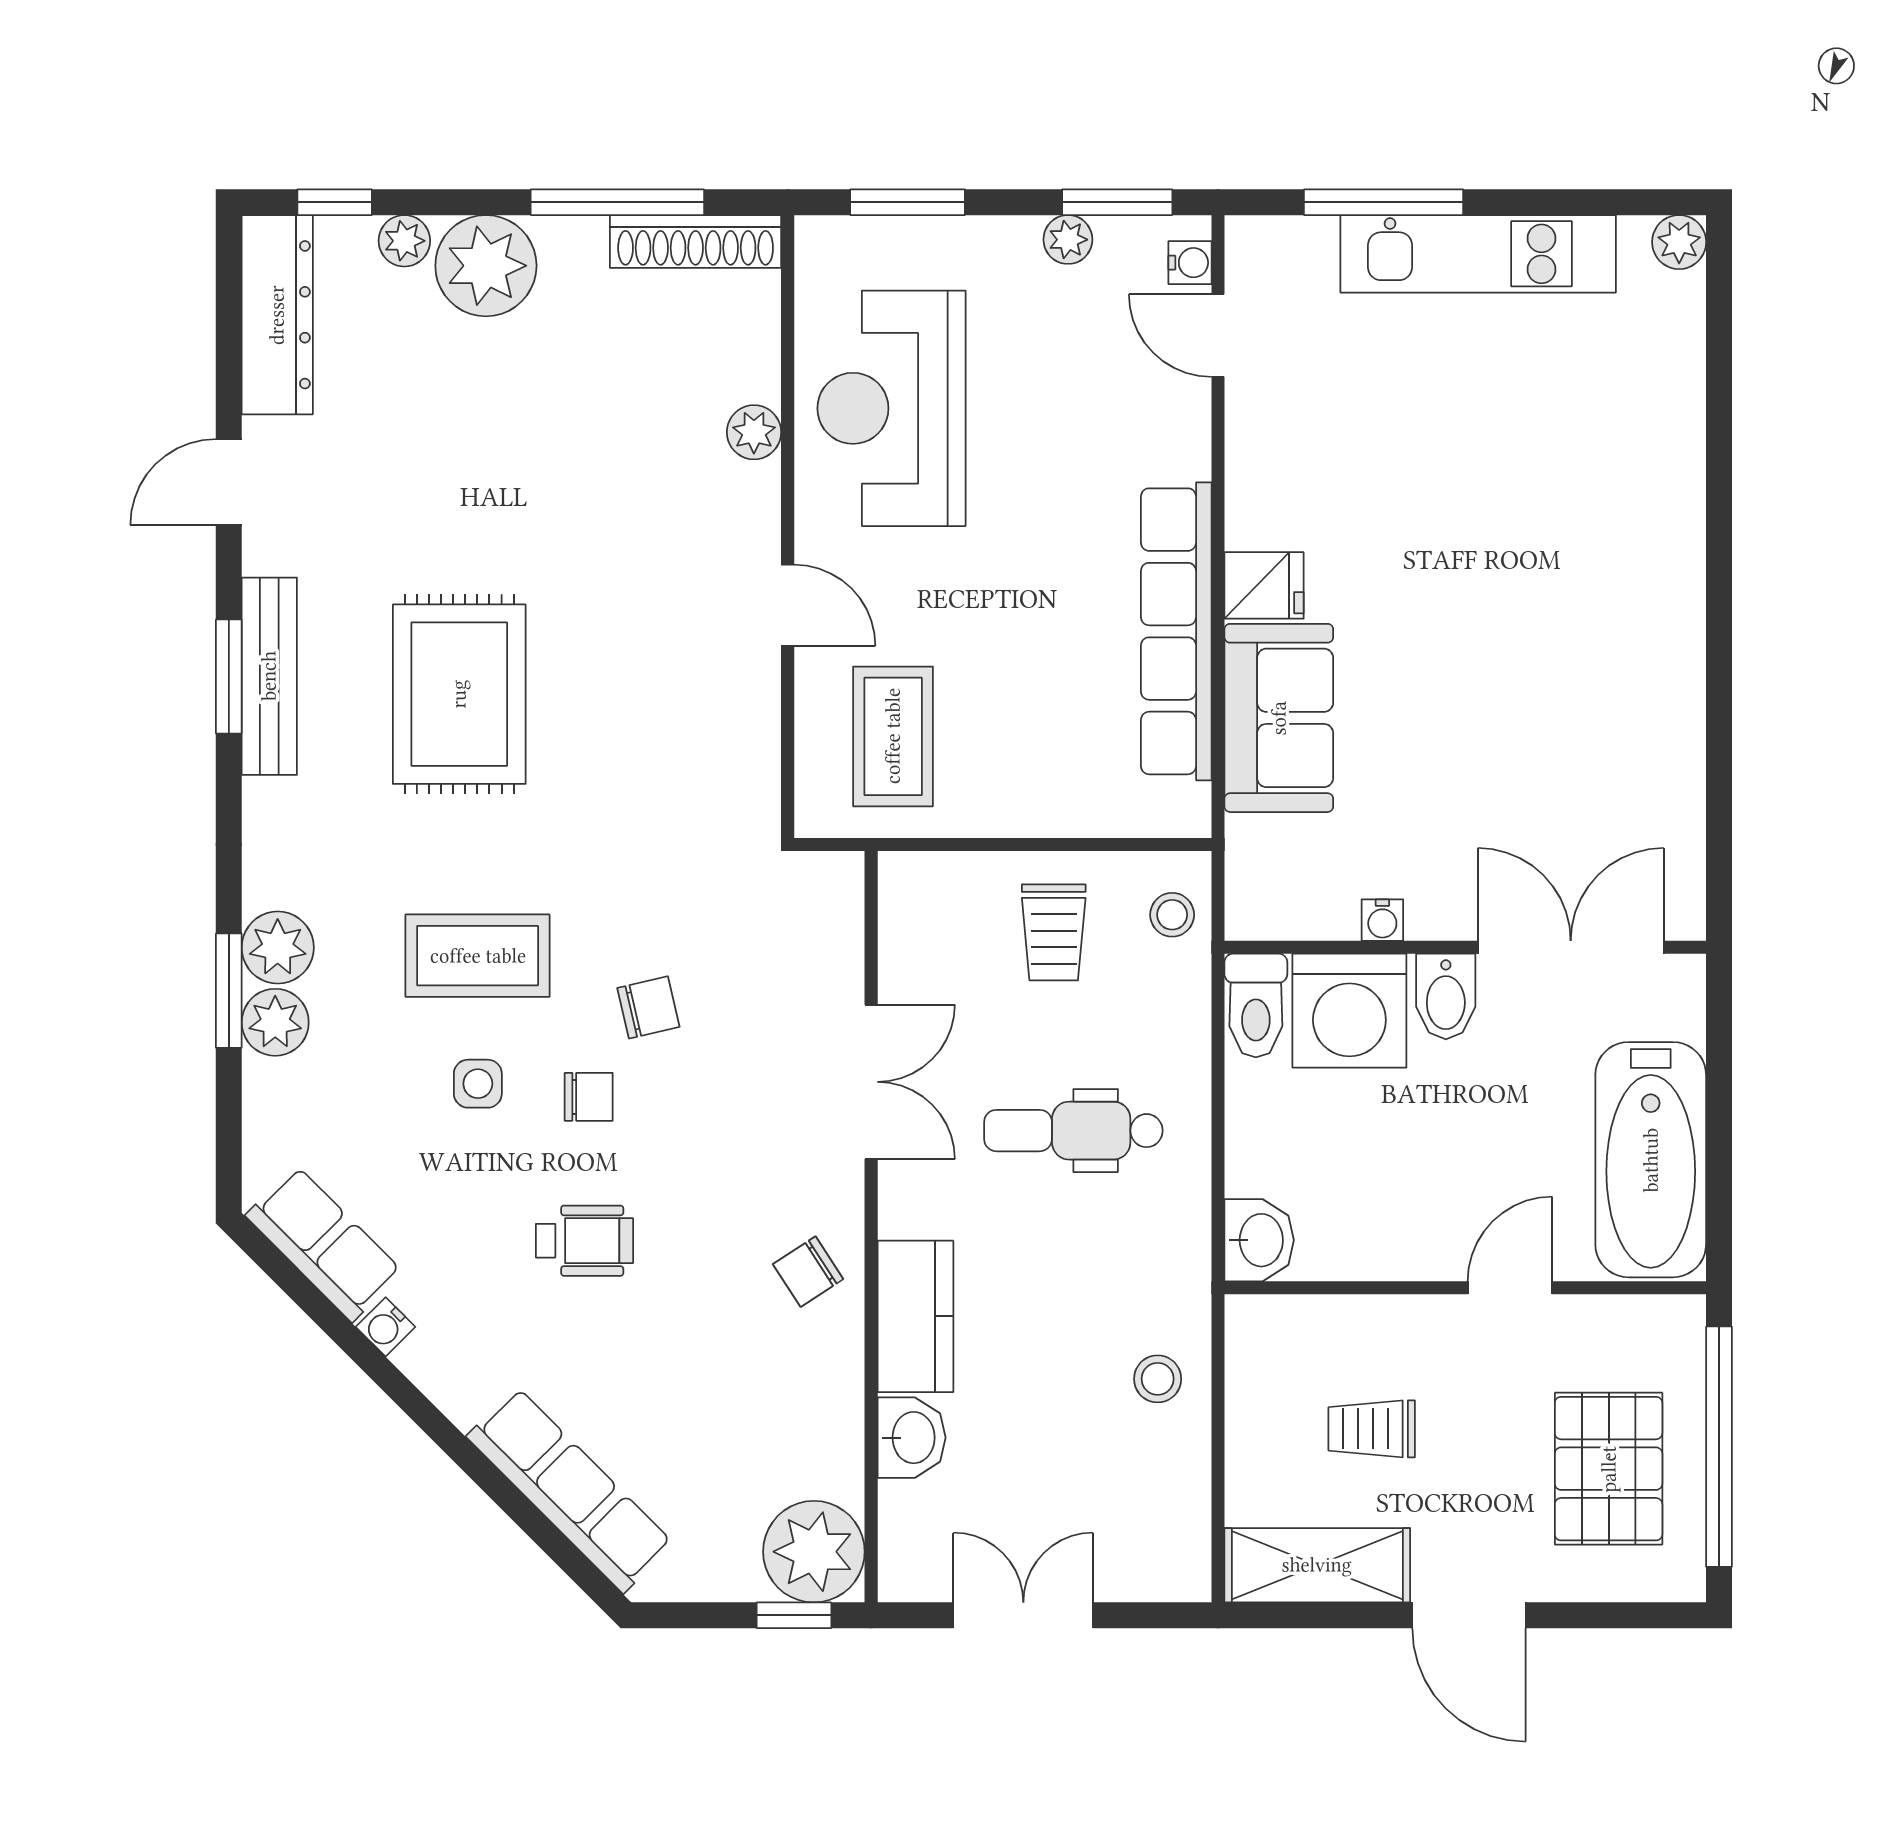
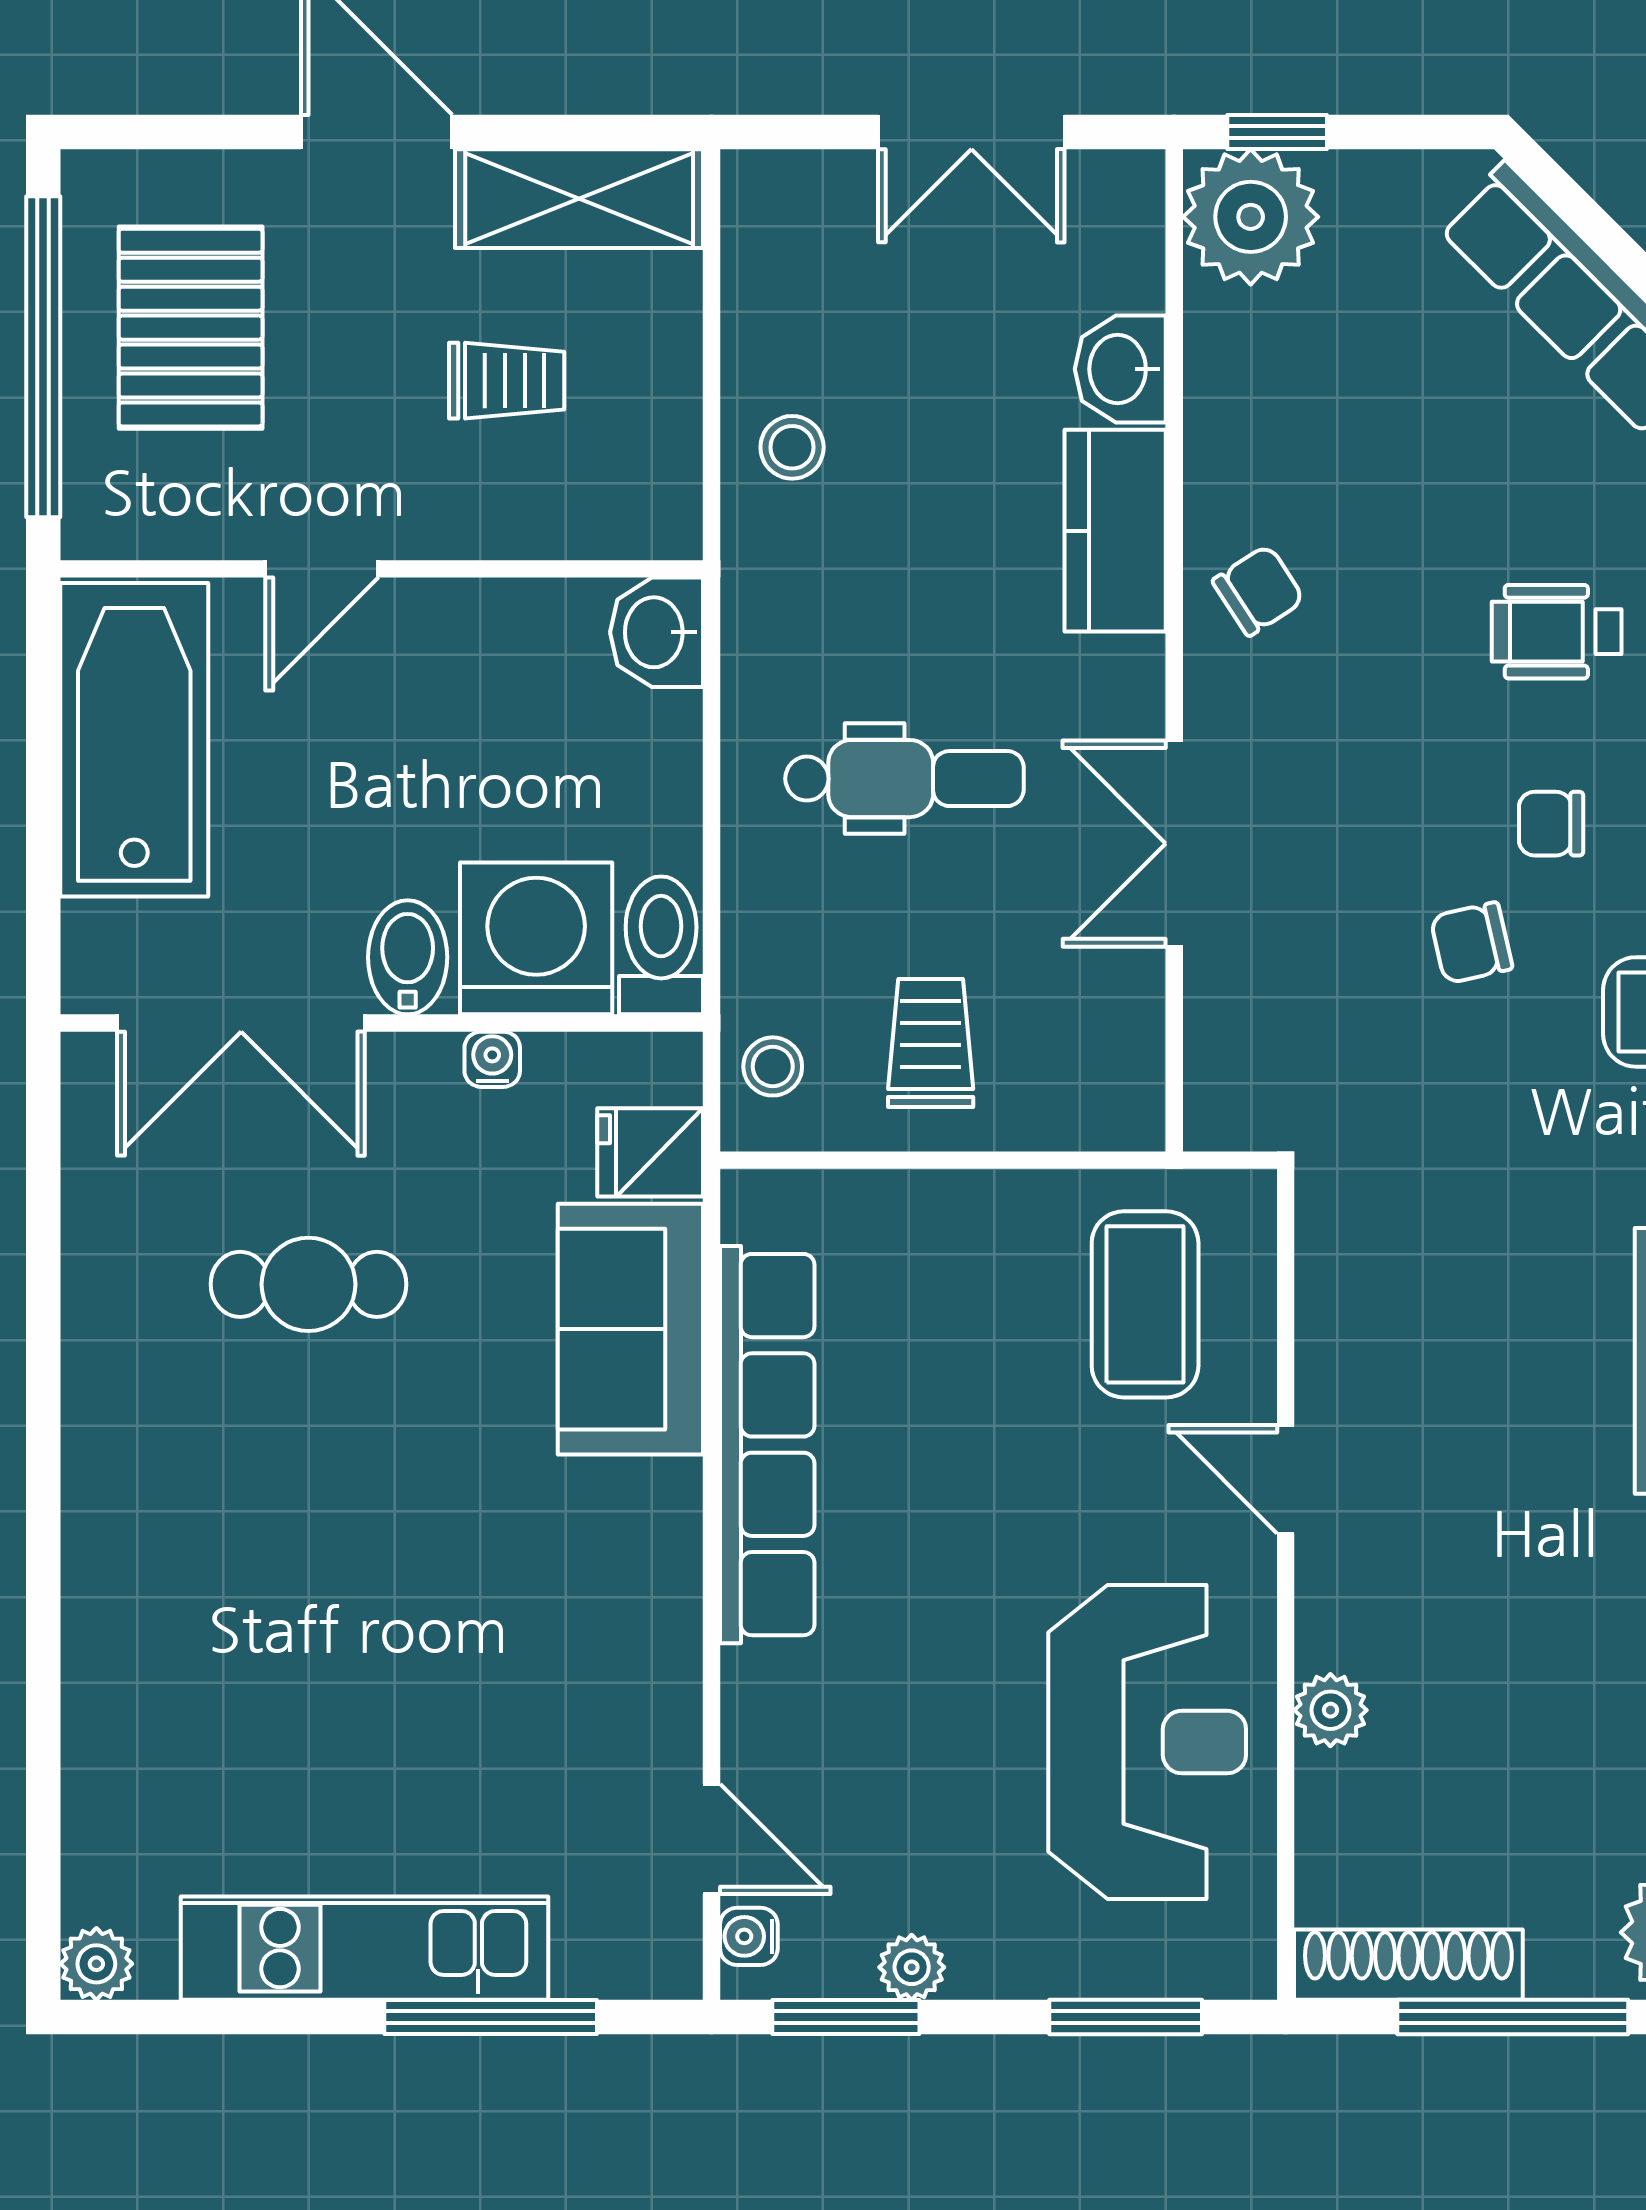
fridge: (1264, 585) -> (650, 1152), moved
cafe table: (1520, 751) -> (308, 1284), added

